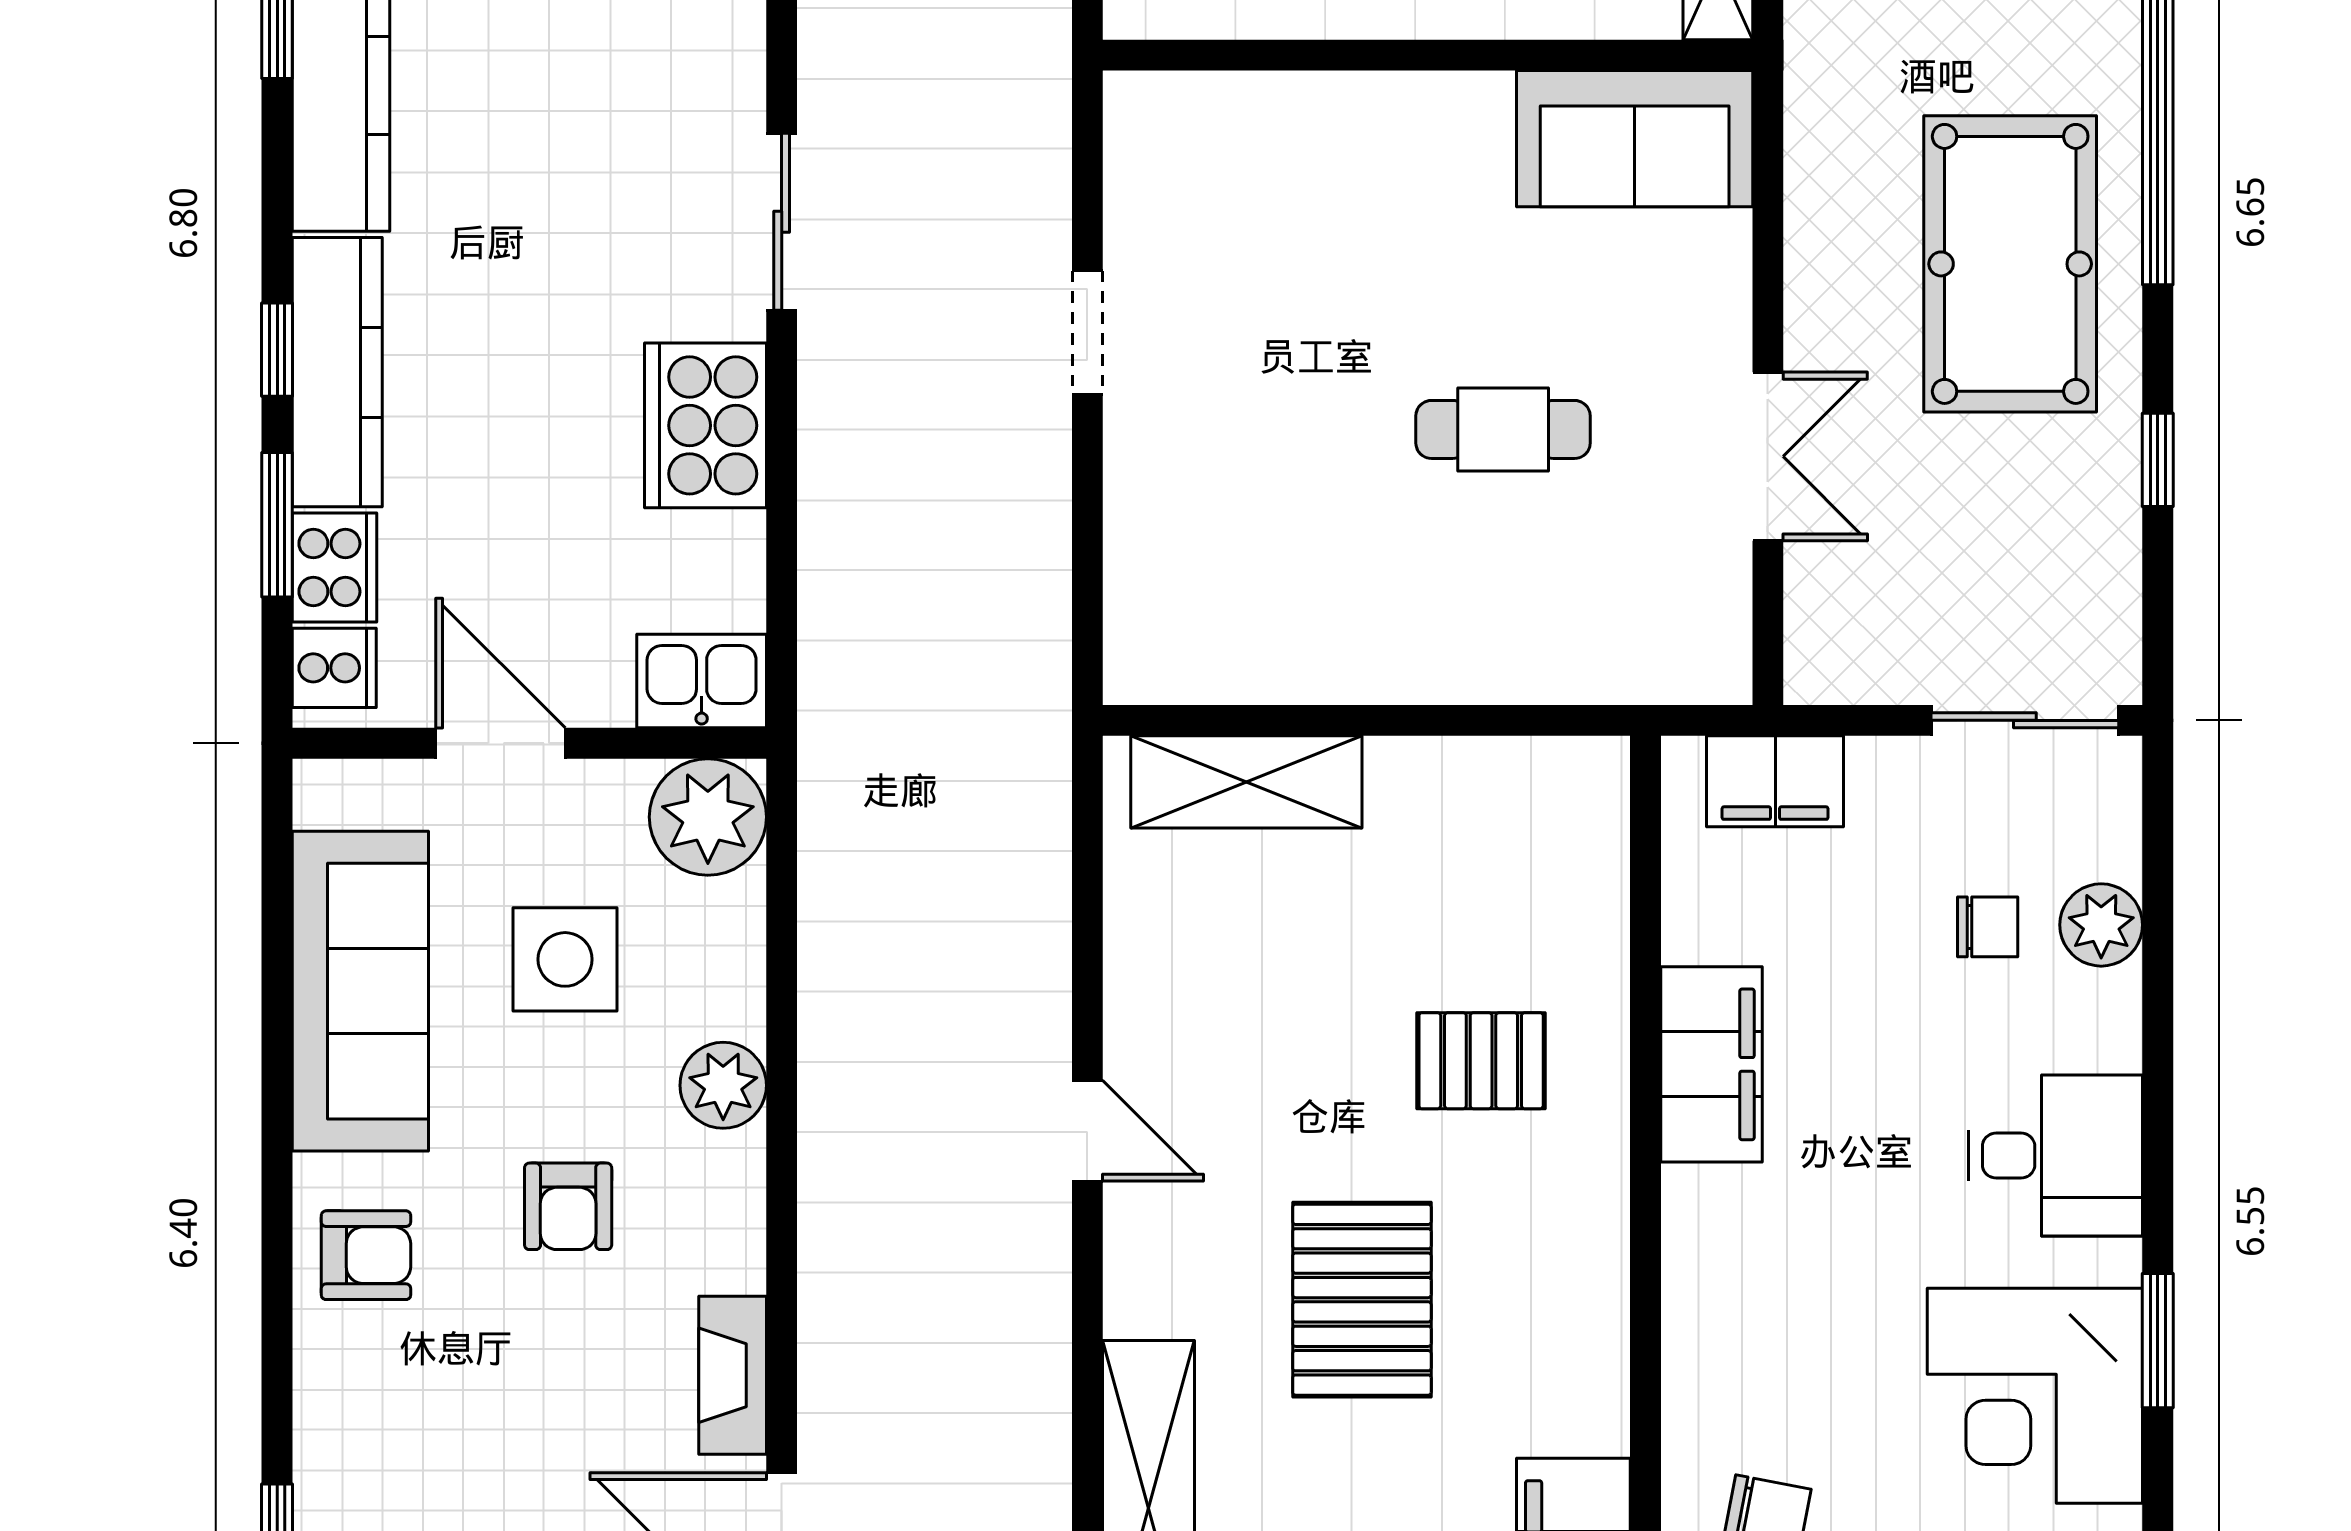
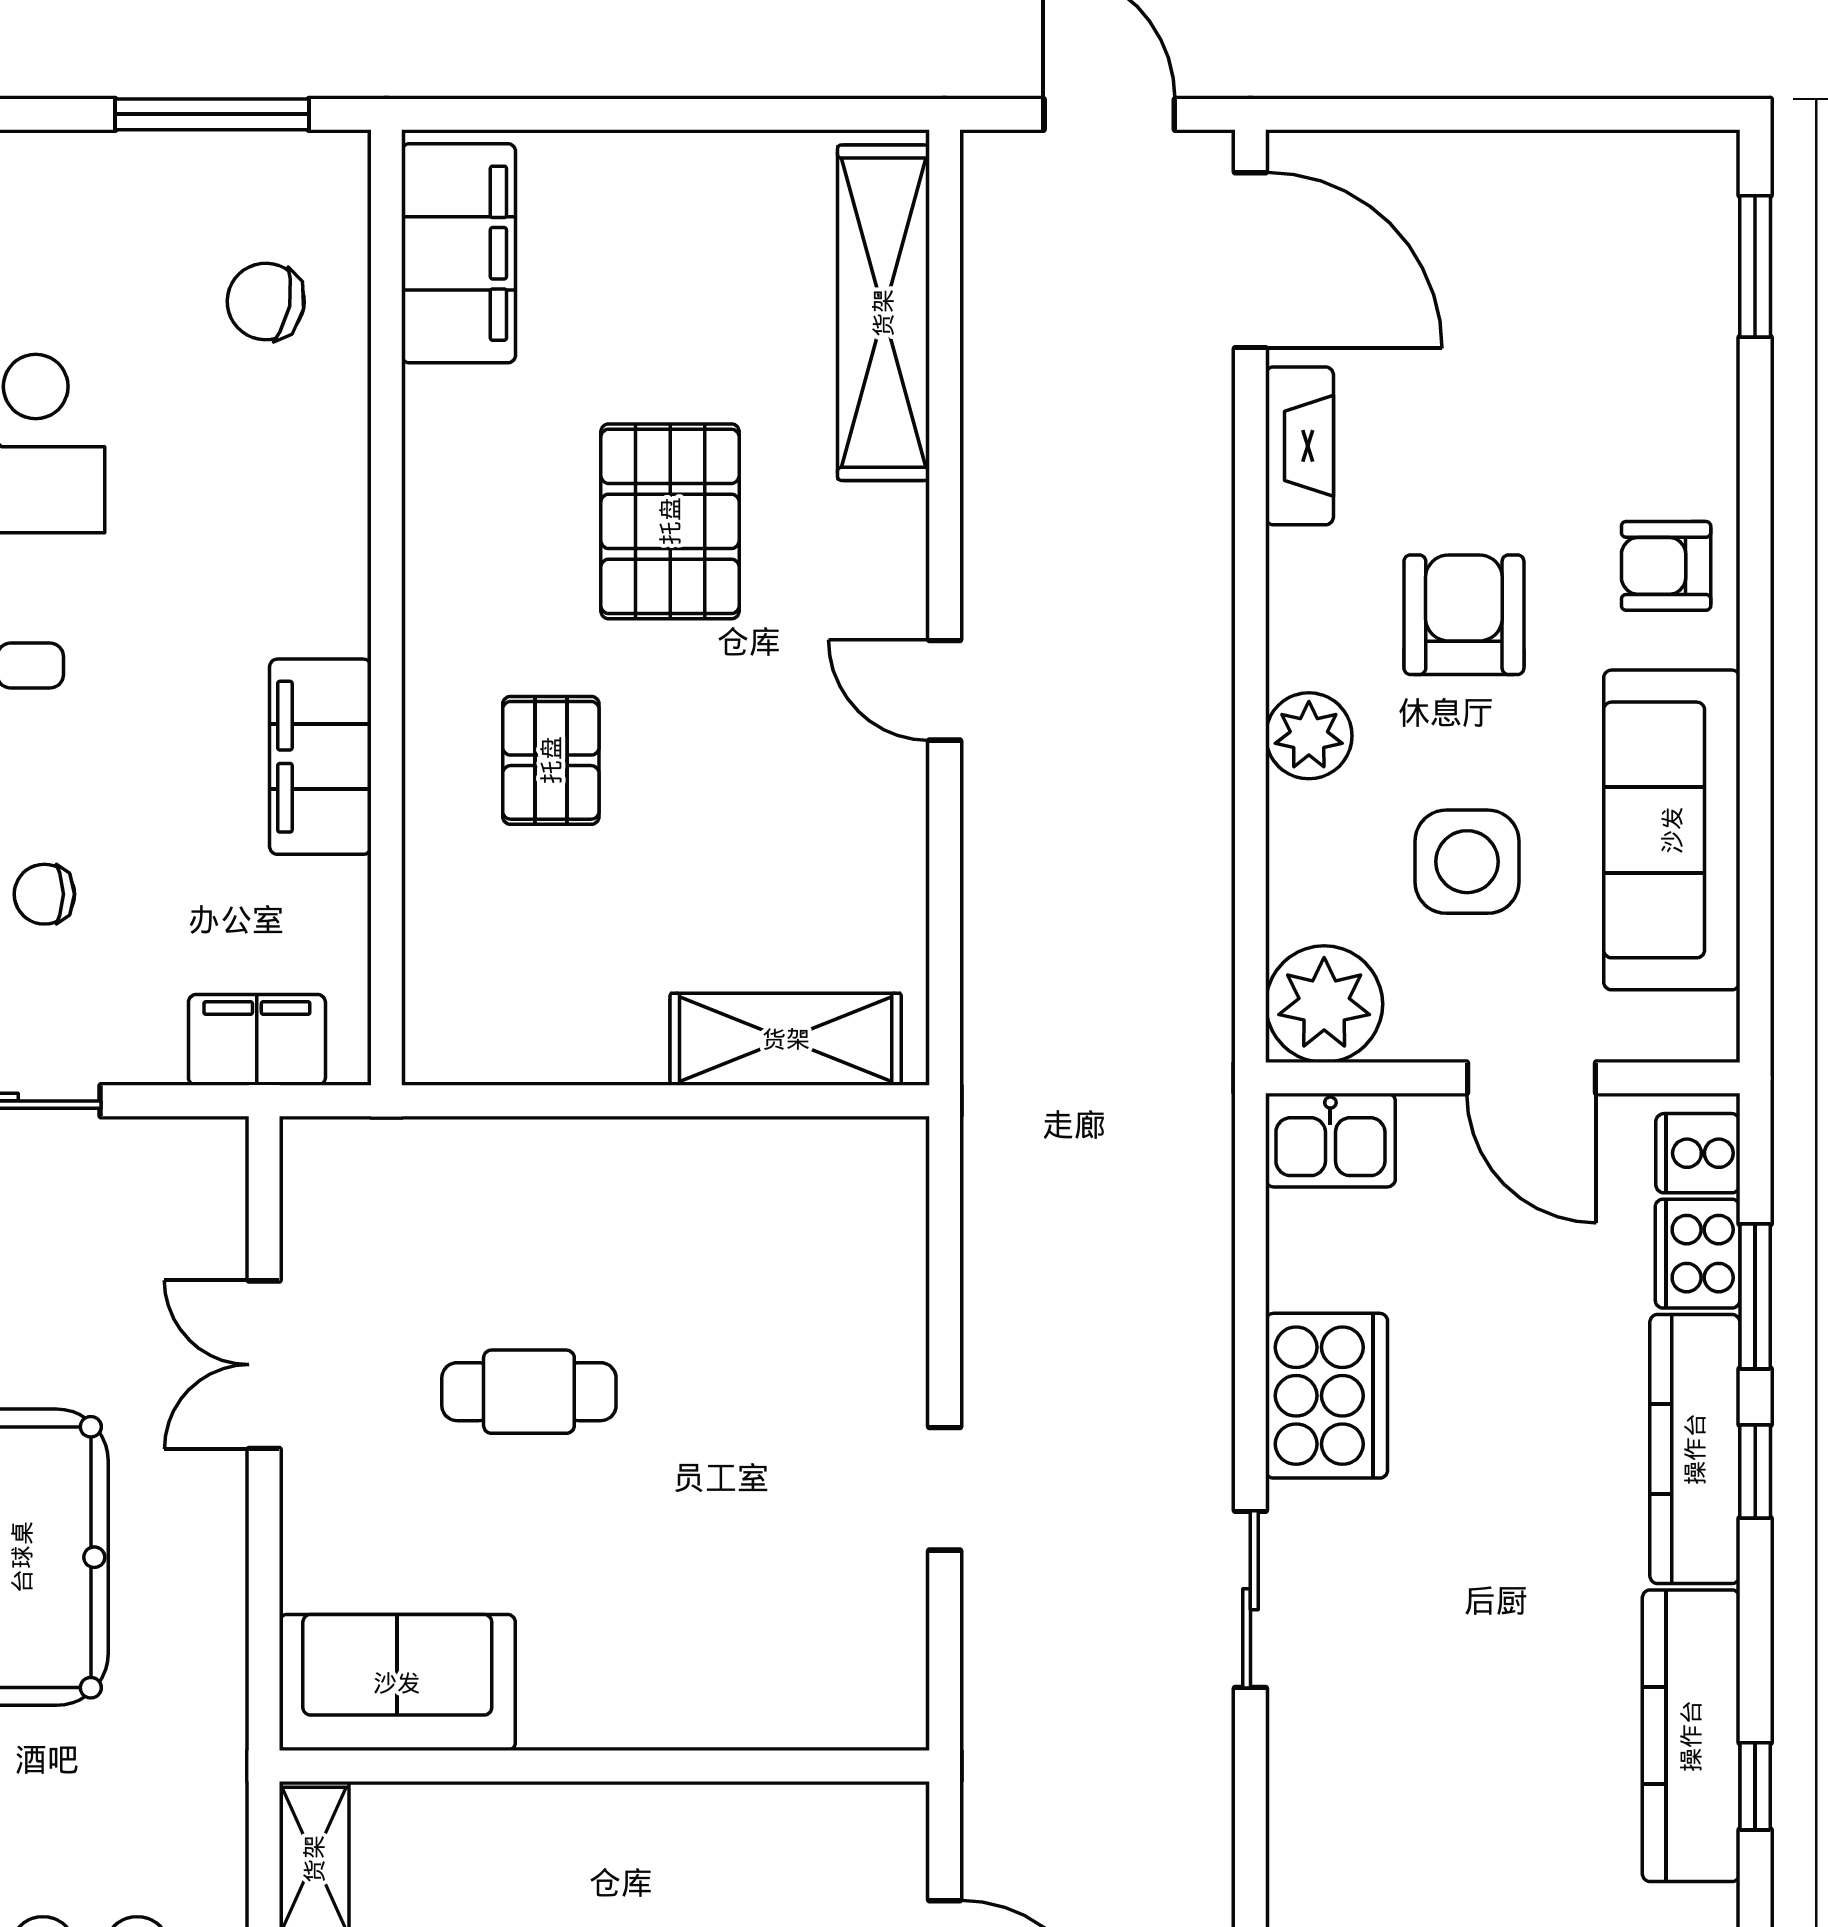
pallet: (1481, 1061) -> (551, 760), turned 90
armchair: (568, 1206) -> (1464, 615), width x1.38, depth x1.38

